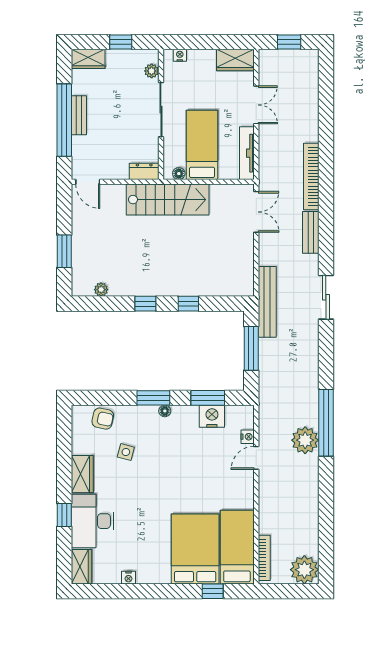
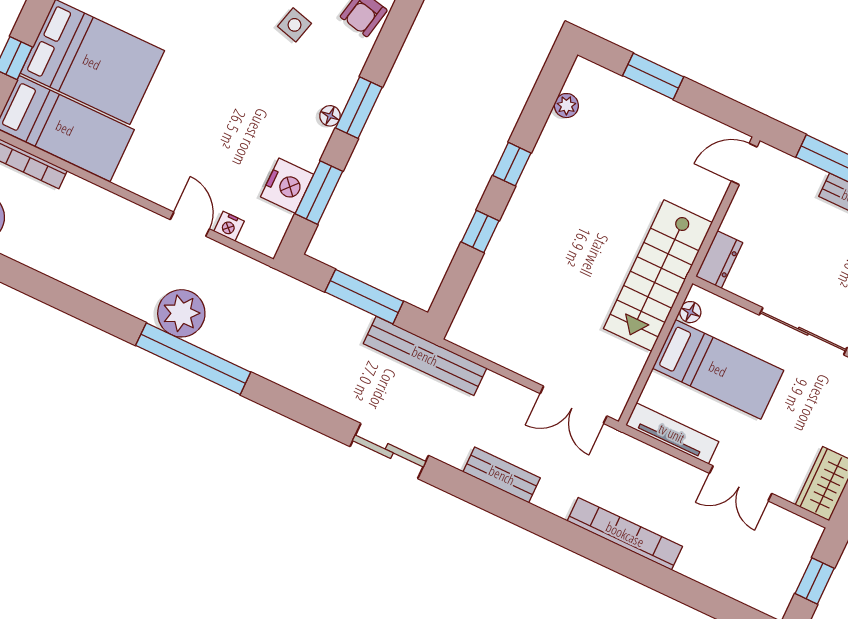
bookcase: (311, 176) -> (625, 534), moved

